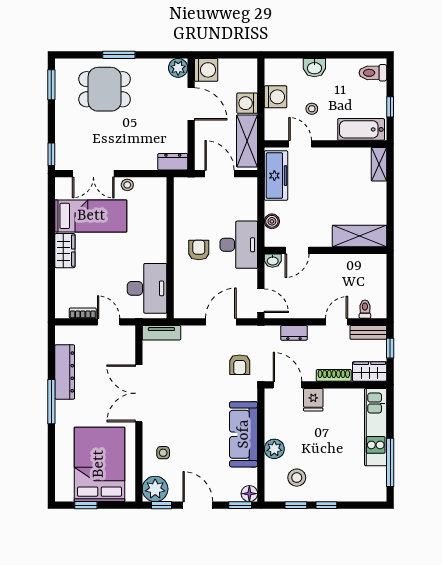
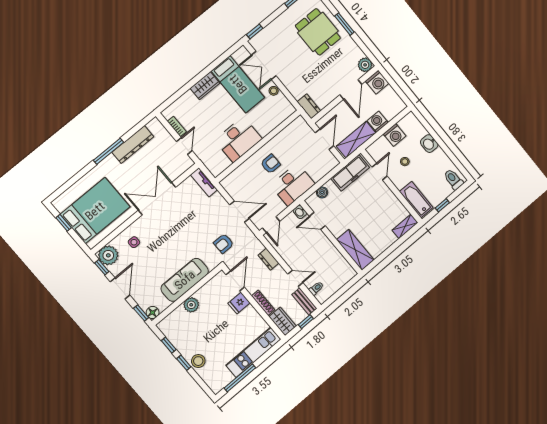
desk: (147, 288) -> (238, 139), moved
stool: (297, 478) -> (198, 361), moved

